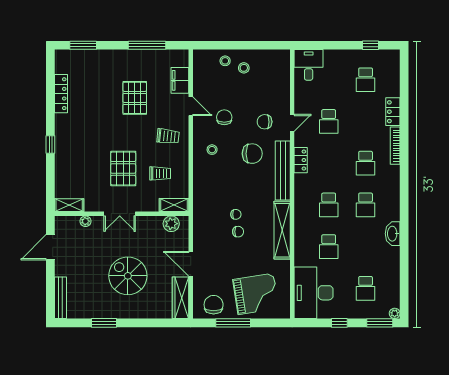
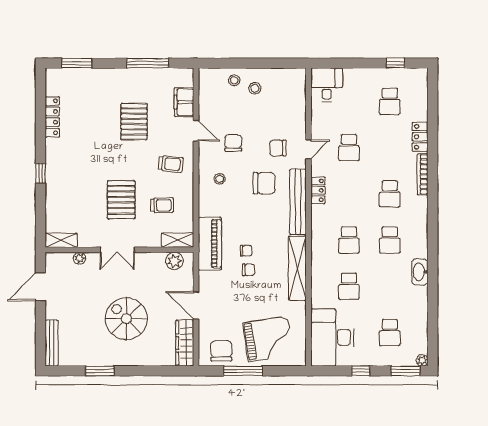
piano: (203, 208) -> (210, 244), added

